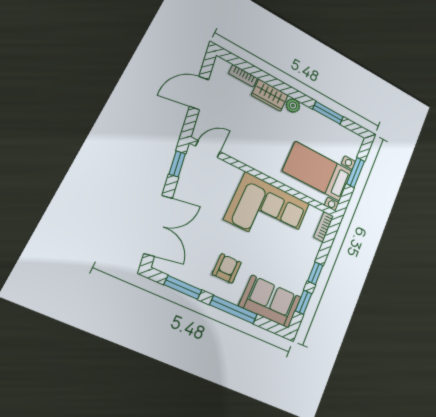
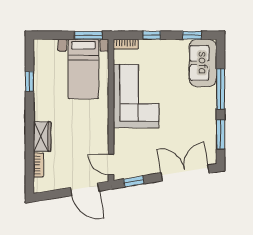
door: (199, 93) -> (85, 189), moved
plant: (293, 106) -> (40, 114), removed
window: (328, 113) -> (30, 81), width x0.67
window: (356, 172) -> (88, 35), moved
armchair: (227, 268) -> (193, 108), removed
window: (315, 273) -> (152, 35), moved

